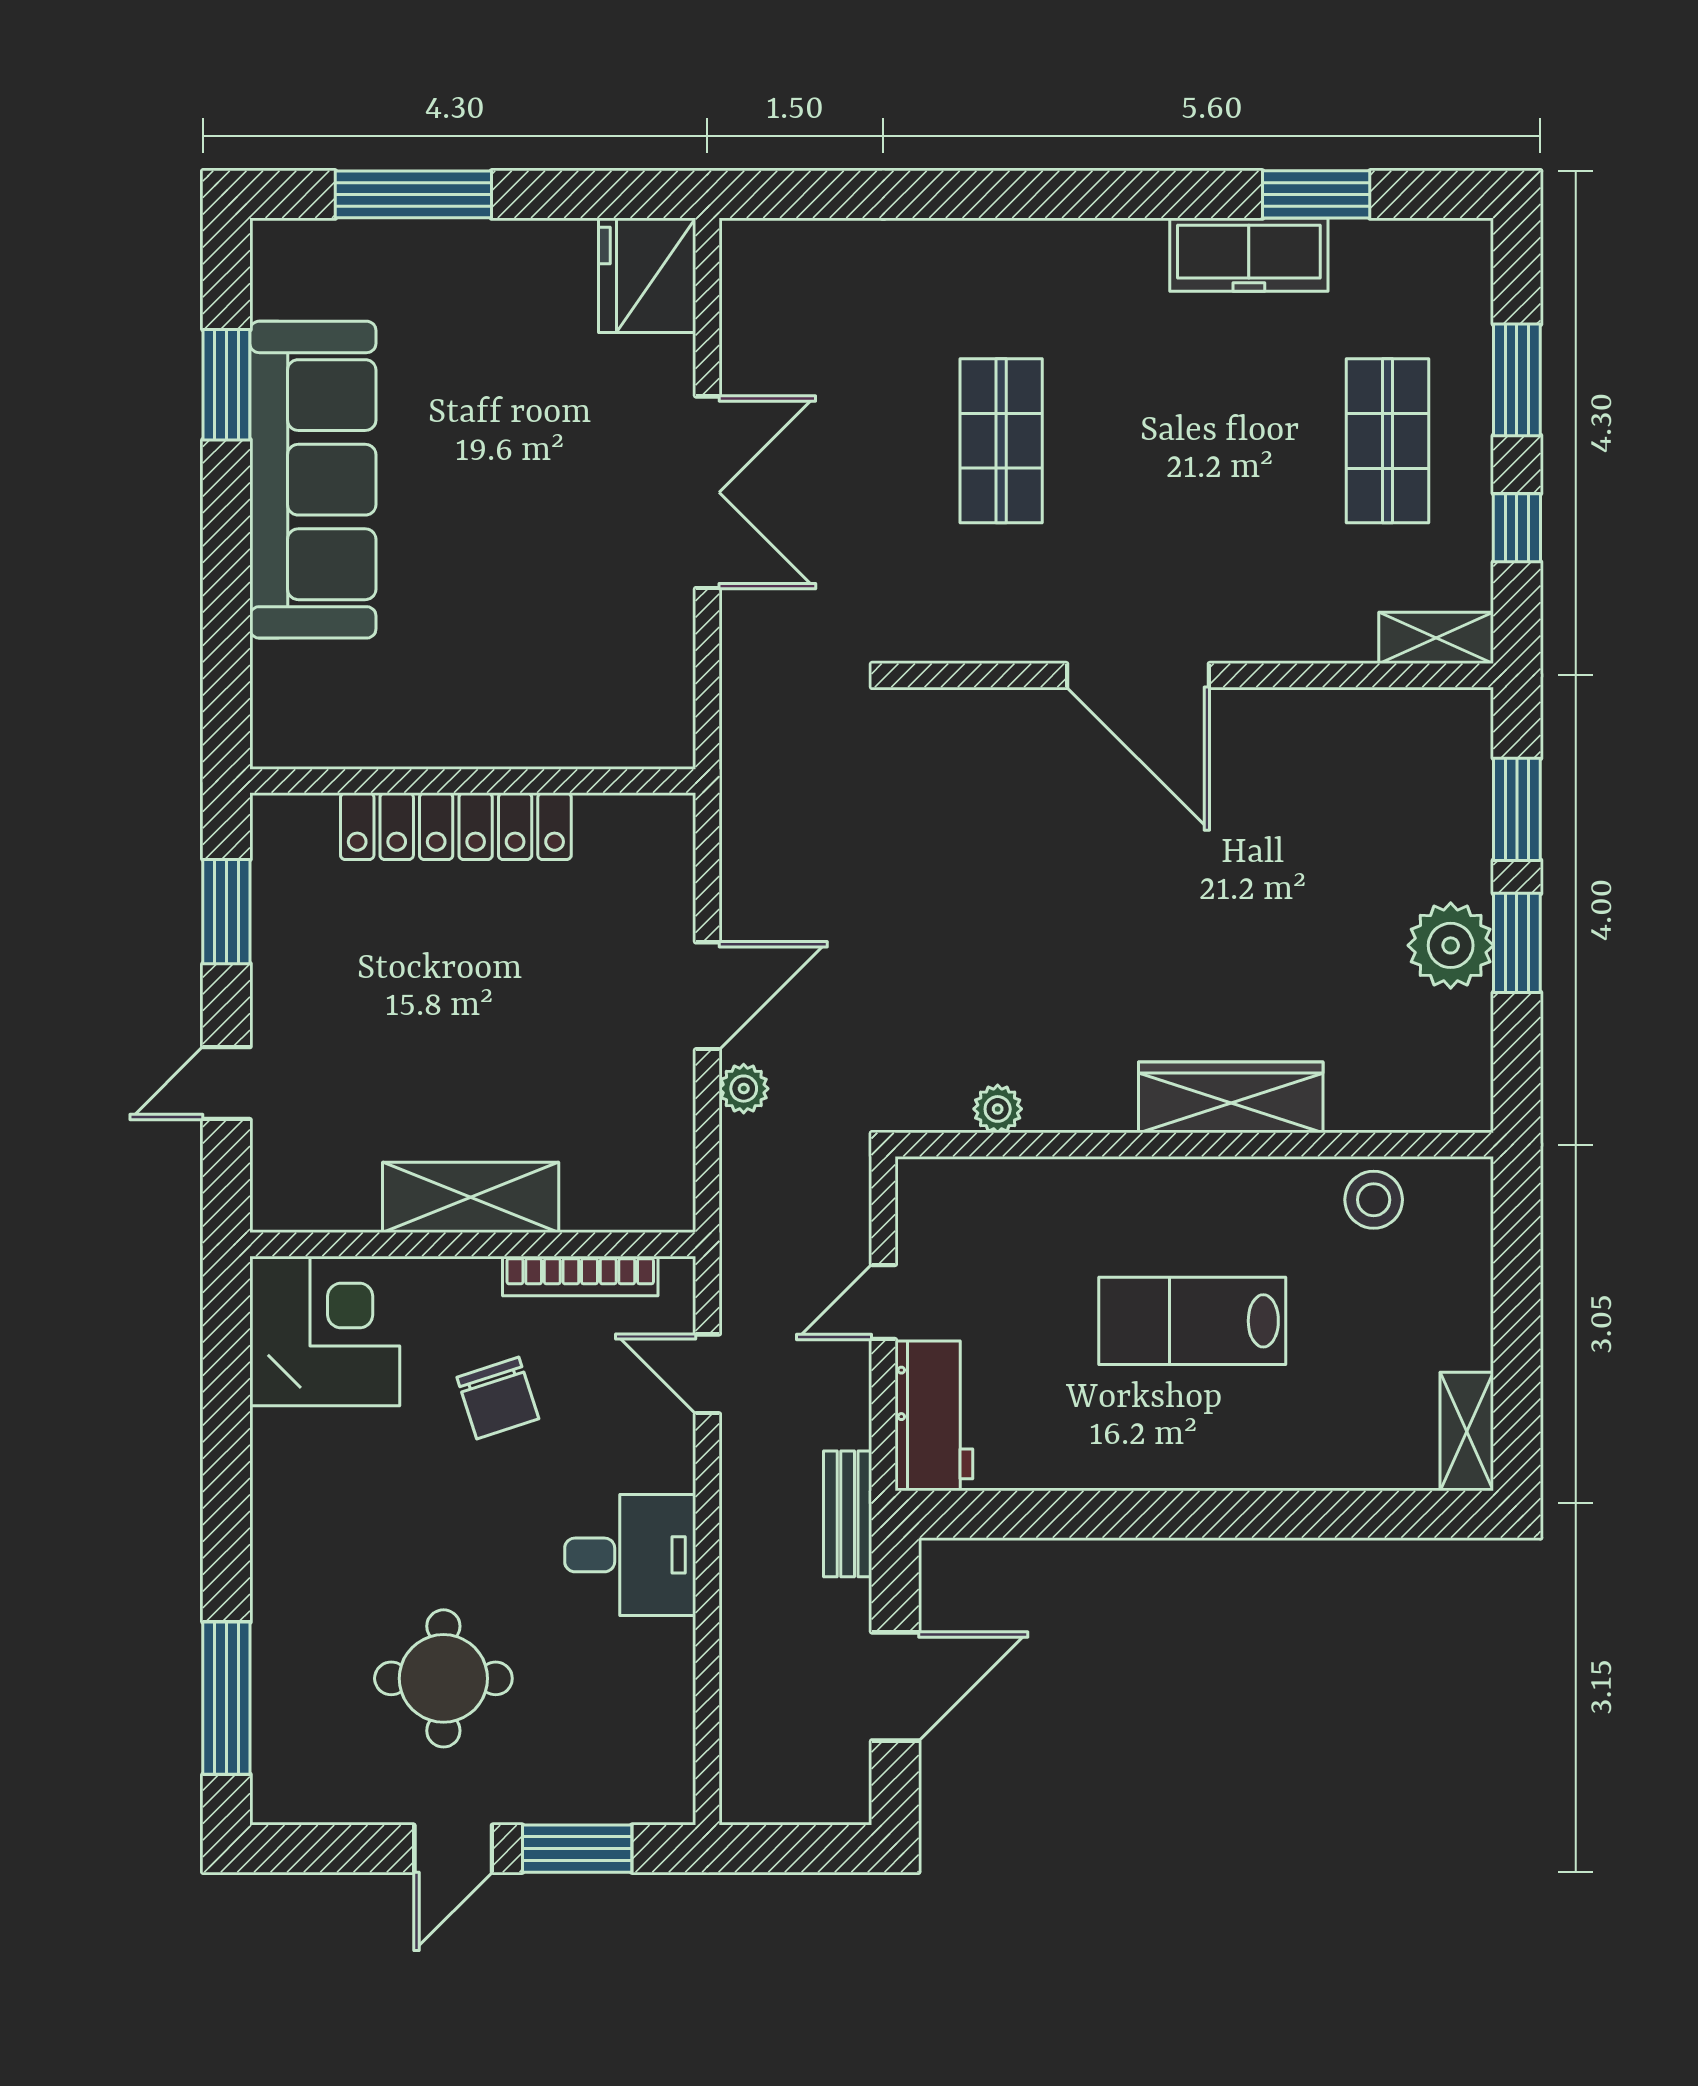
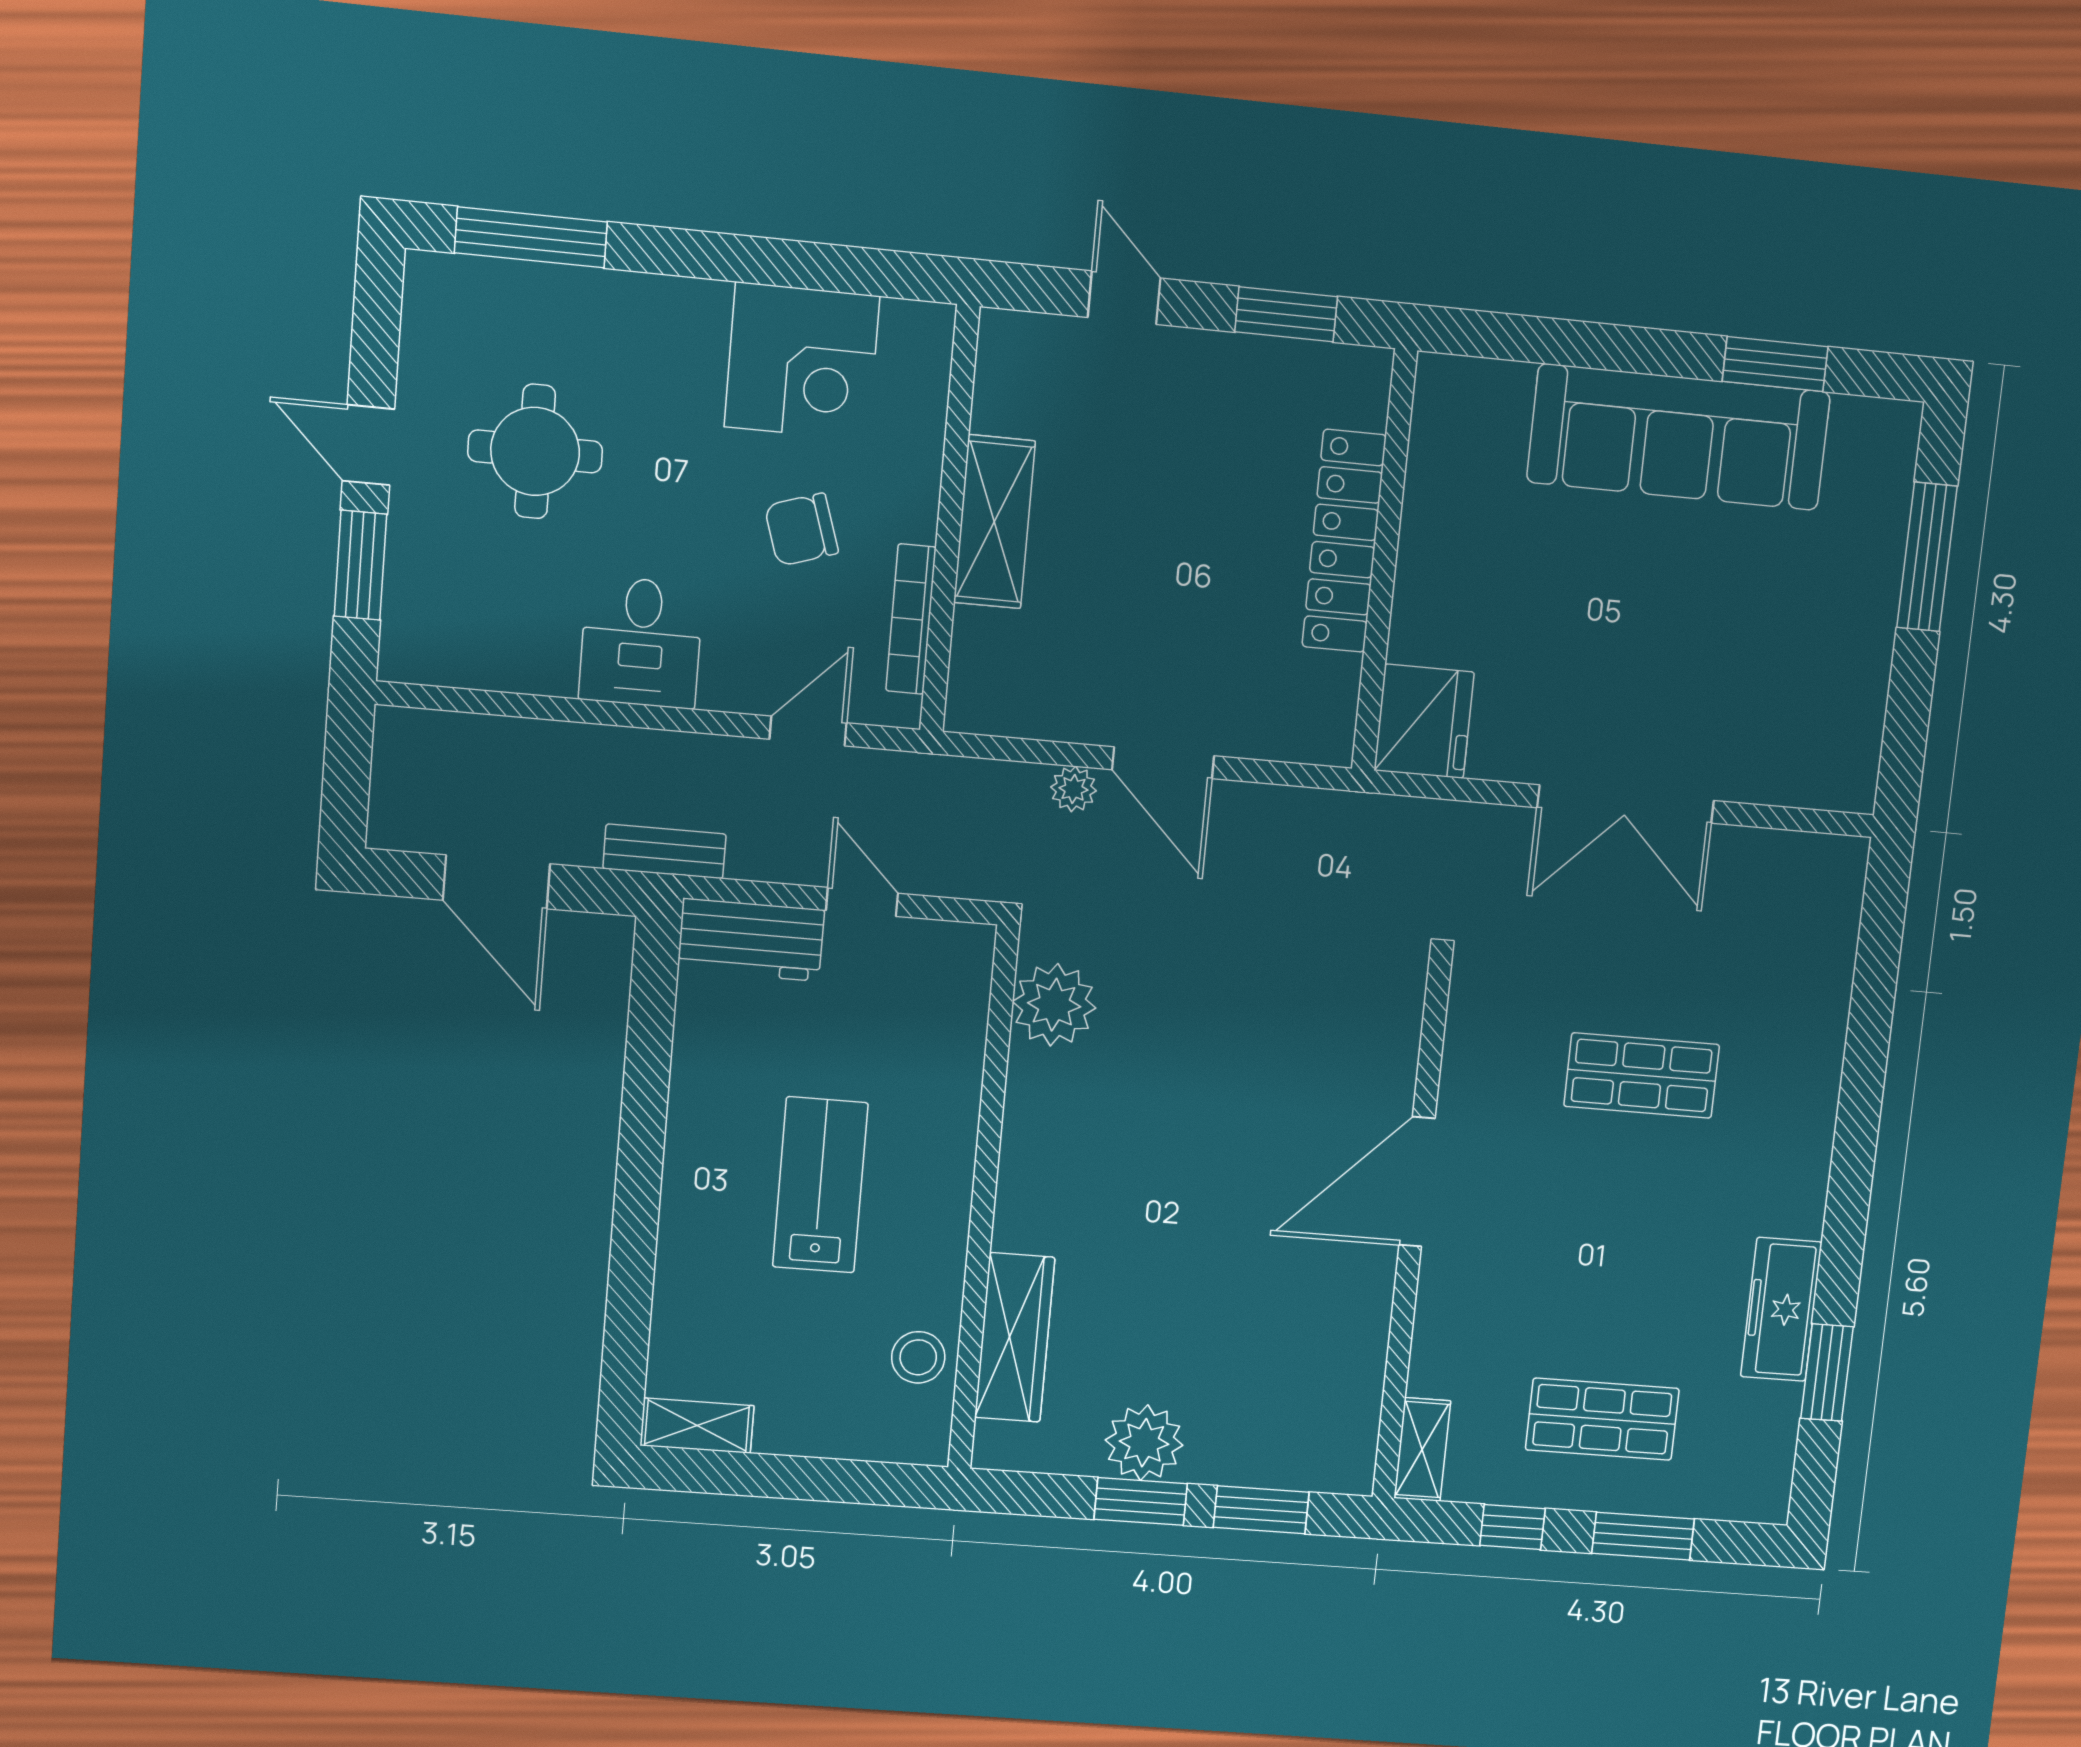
fridge: (647, 275) -> (1424, 721), moved, turned 90
wardrobe: (1231, 1097) -> (1015, 1337), moved
plant: (998, 1109) -> (1054, 1005), width x1.88, depth x1.88
corner desk: (325, 1331) -> (802, 361), moved

